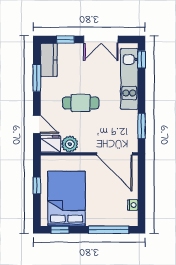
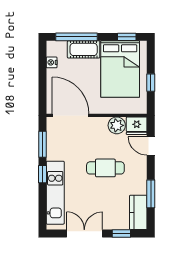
window: (142, 59) -> (42, 174), moved
cot: (102, 218) -> (84, 49), added

